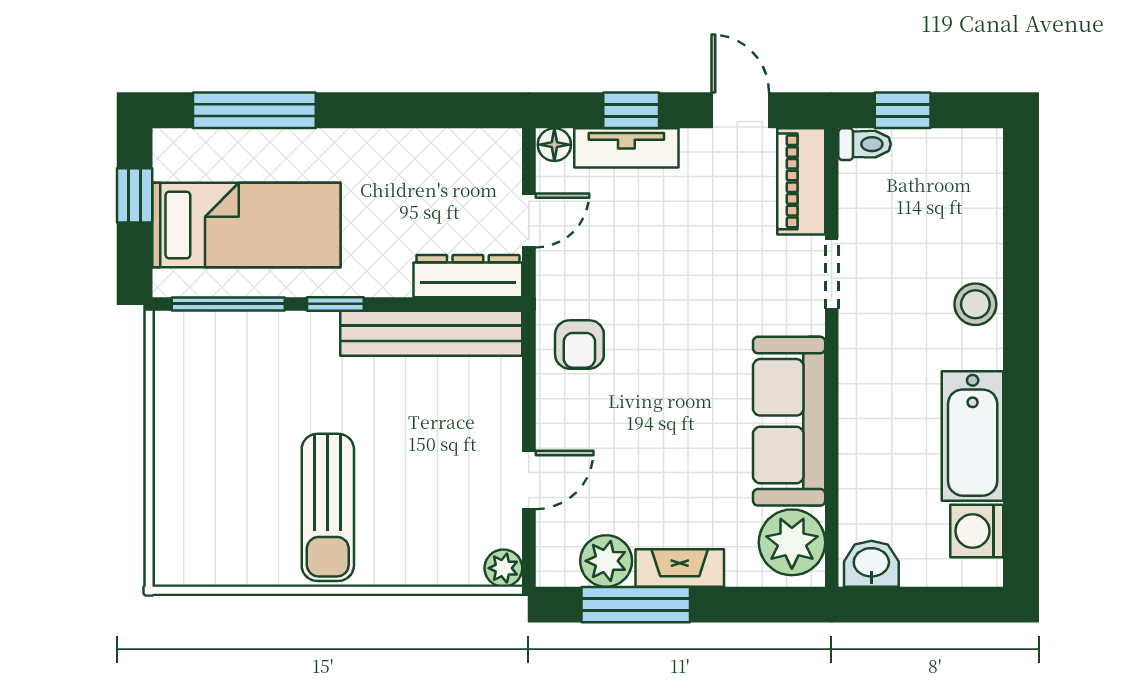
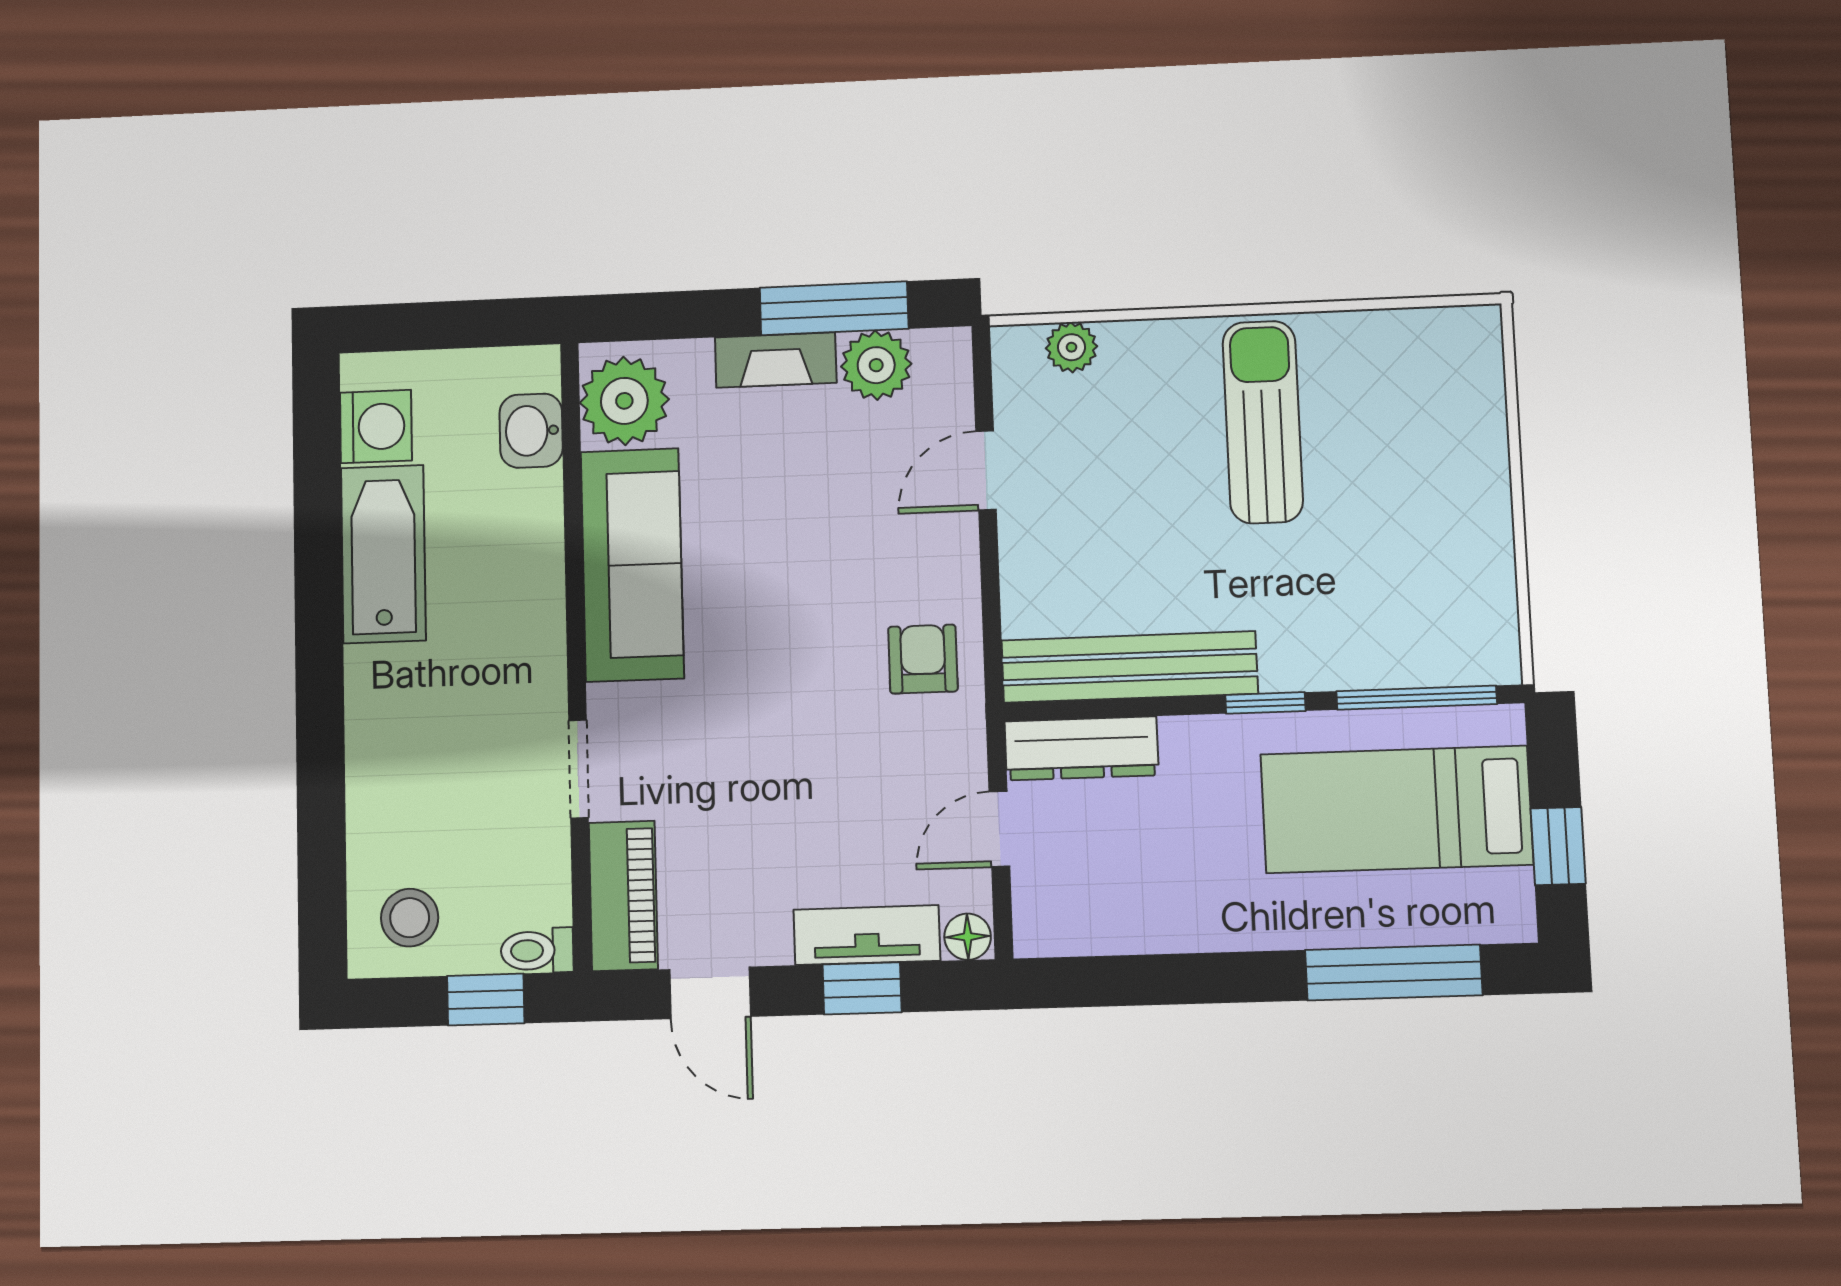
stool: (975, 304) -> (410, 918), moved
washbasin: (871, 564) -> (531, 431), moved, turned 90
plant: (503, 568) -> (1072, 347), moved

